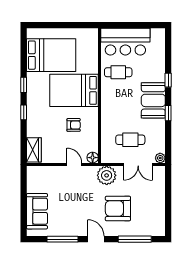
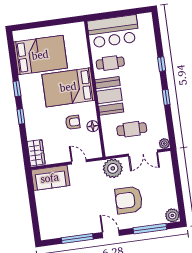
booth: (153, 100) -> (109, 96), moved
floor lamp: (93, 158) -> (93, 126), moved
sofa: (37, 211) -> (50, 178), moved, turned 90
plant: (158, 229) -> (172, 215), added

